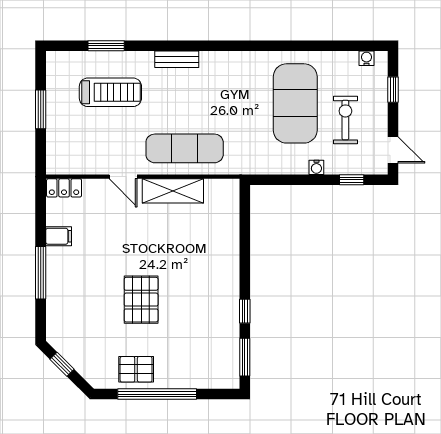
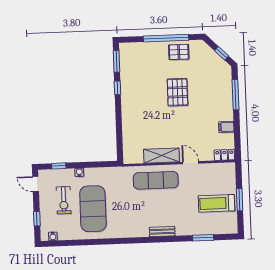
treadmill: (110, 92) -> (216, 203), moved
window: (41, 273) -> (236, 95), moved

